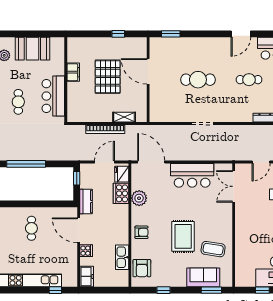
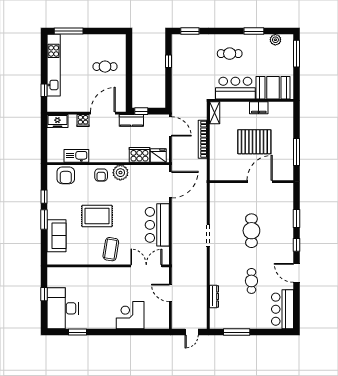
window: (18, 34) -> (297, 54), added
window: (118, 34) -> (297, 152), width x2.17
window: (171, 34) -> (297, 218), moved
window: (212, 34) -> (297, 245), added
booth: (32, 49) -> (273, 88), moved, turned 90
shelving: (124, 117) -> (215, 113), moved
door: (105, 162) -> (170, 126), moved
window: (26, 164) -> (168, 61), width x0.32
window: (77, 178) -> (141, 111), moved
plant: (139, 198) -> (120, 173), moved
coffee table: (213, 249) -> (111, 249), moved
armchair: (142, 268) -> (66, 175), turned -90
window: (211, 290) -> (44, 220), moved

